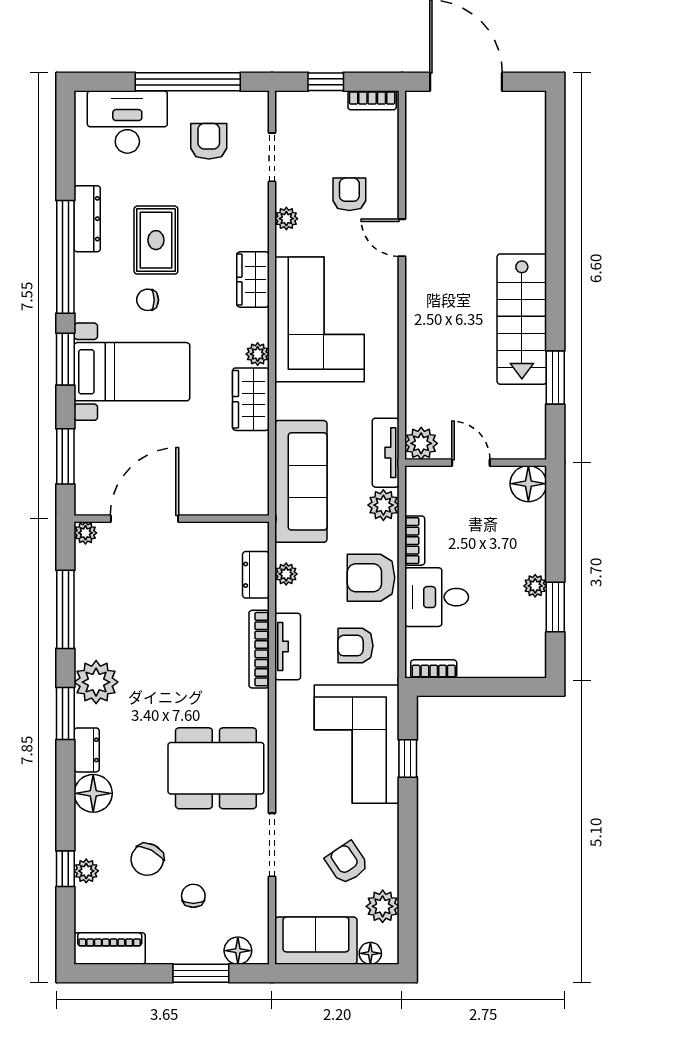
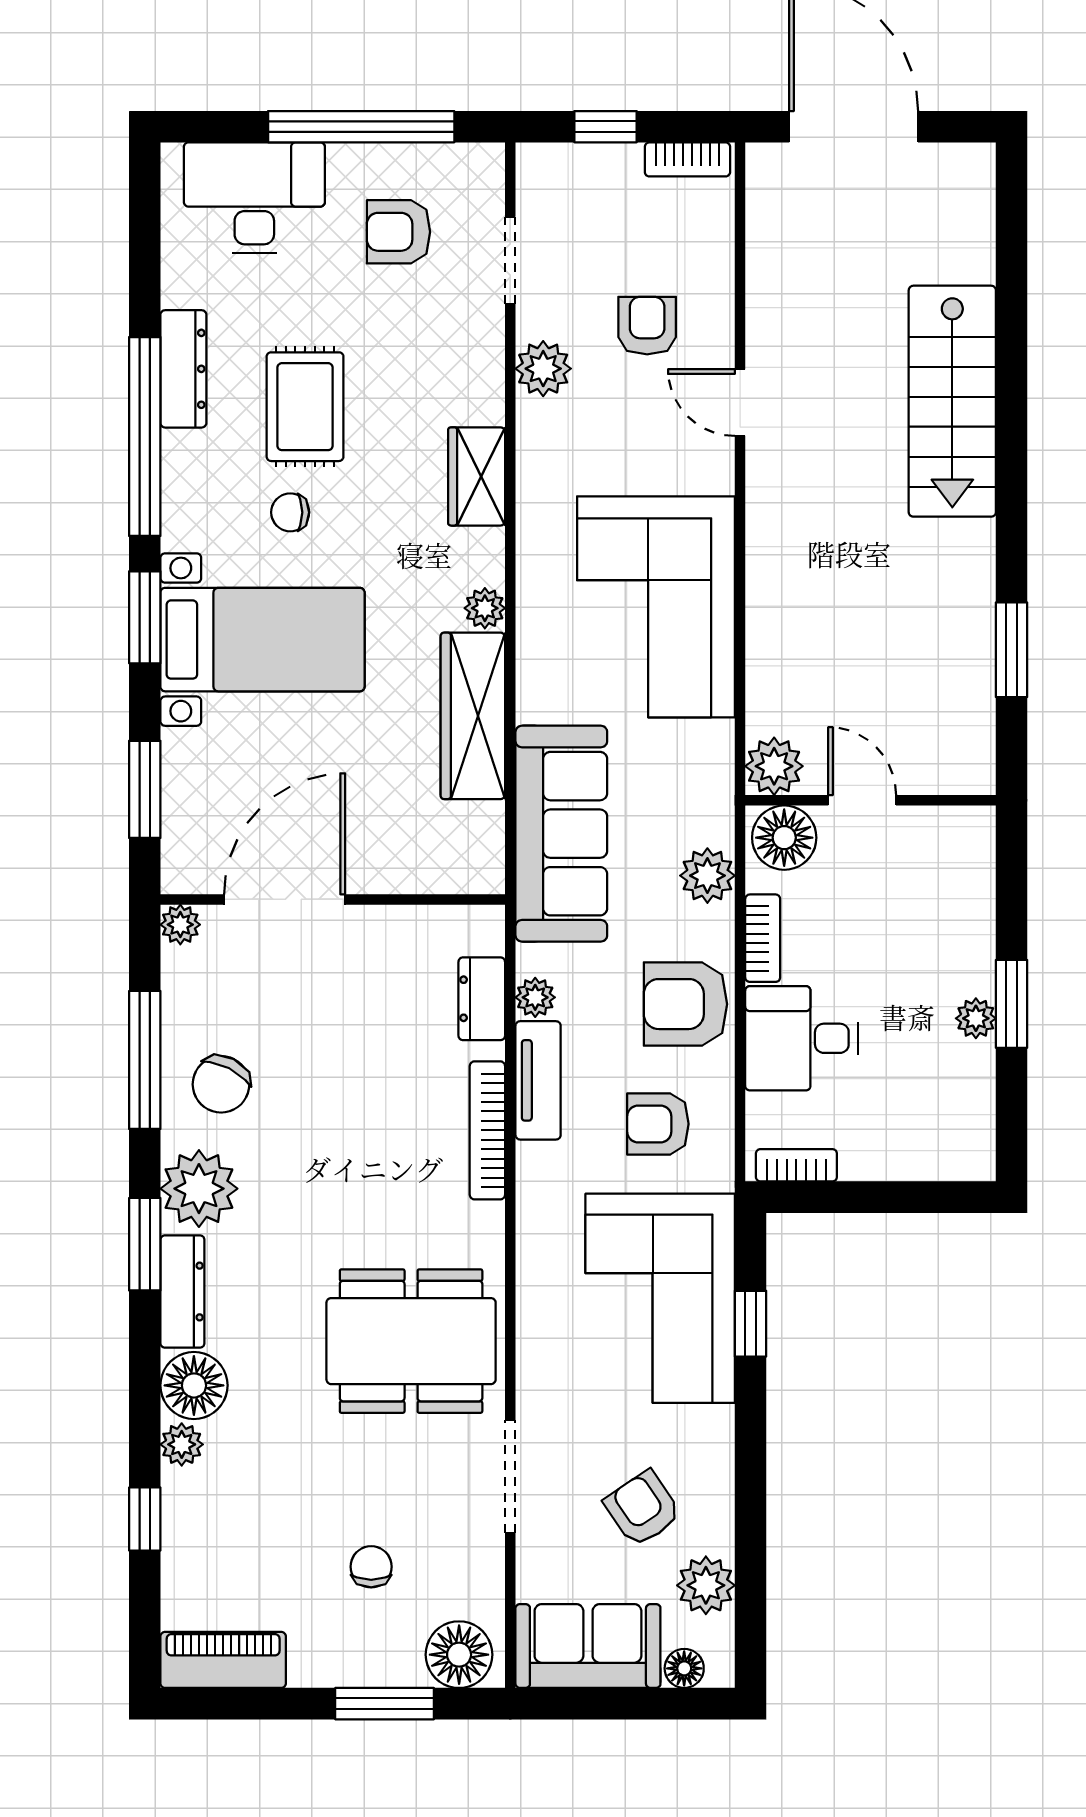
armchair: (209, 141) -> (398, 232), turned -90
plant: (286, 219) -> (543, 369), width x1.38, depth x1.38
corner sofa: (320, 319) -> (656, 607), moved, turned 180
stairs: (522, 319) -> (952, 401), moved
wardrobe: (251, 399) -> (473, 716), width x1.50
tv unit: (386, 453) -> (711, 783), removed
floor lamp: (528, 484) -> (784, 838), moved
window: (555, 607) -> (1012, 1004), moved
tv unit: (288, 646) -> (538, 1080), moved
dresser: (87, 750) -> (182, 1292), width x1.44
chair: (147, 859) -> (221, 1084), moved
plant: (86, 871) -> (182, 1444), moved
floor lamp: (238, 951) -> (459, 1655), width x1.38, depth x1.38

